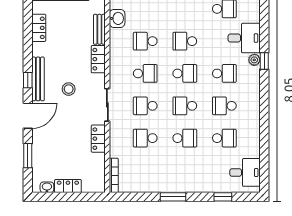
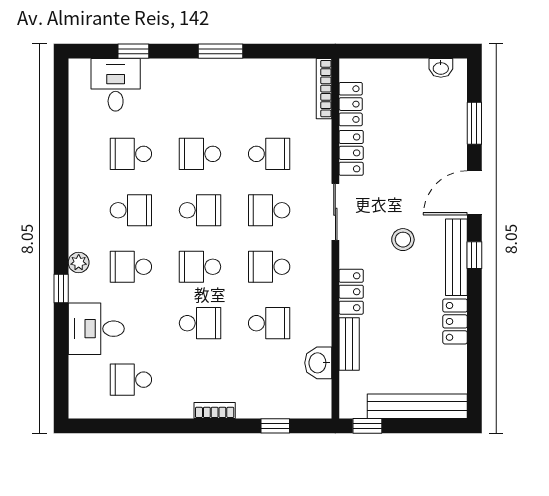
locker: (39, 28) -> (455, 321), moved
plant: (254, 60) -> (79, 263), moved
school desk: (145, 106) -> (269, 210), turned 180
desk: (245, 172) -> (116, 85), moved, turned 90
locker: (68, 186) -> (351, 104), moved, turned -90

